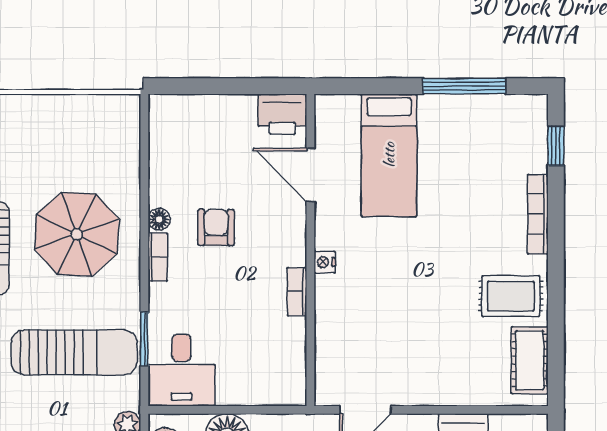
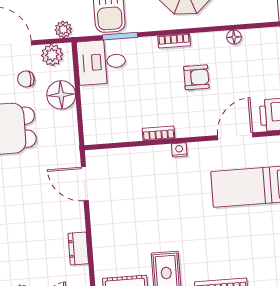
floor lamp: (159, 219) -> (234, 37), moved

